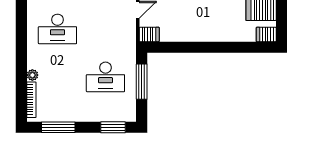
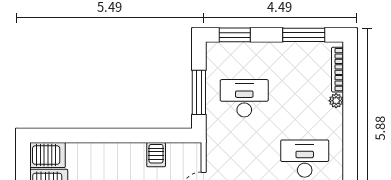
server rack: (149, 34) -> (156, 155), moved, turned -90
server rack: (266, 34) -> (48, 155), width x1.36, depth x1.44

